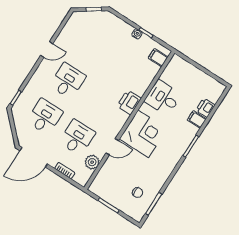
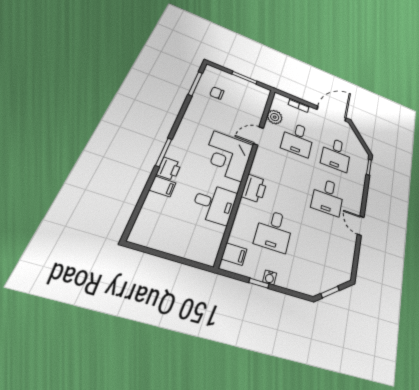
door: (47, 49) -> (361, 226), hinge flipped
desk: (123, 66) -> (274, 231), added
printer: (205, 108) -> (169, 169), moved

